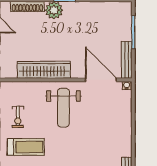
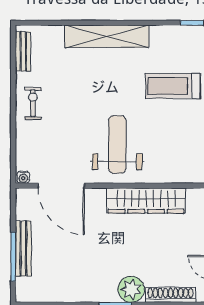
bench: (127, 60) -> (23, 249), moved
exercise bike: (18, 117) -> (33, 103), moved

